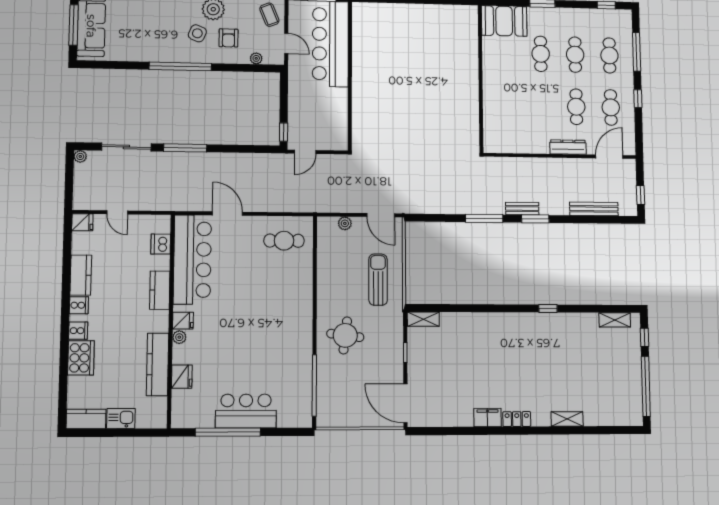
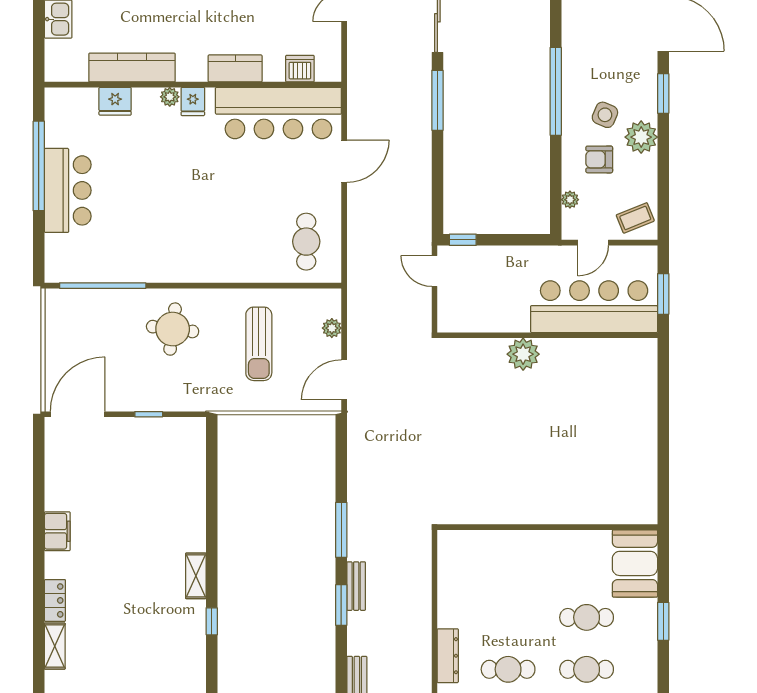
plant: (363, 92) -> (523, 354), added
sun lounger: (378, 280) -> (259, 344), moved, turned 90
shelving: (423, 319) -> (196, 576), moved
locker: (517, 419) -> (55, 600), moved

